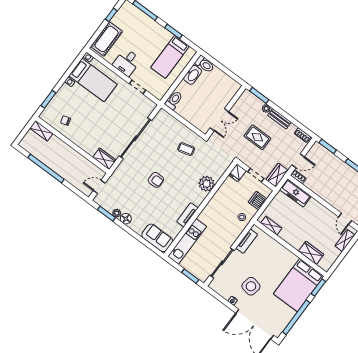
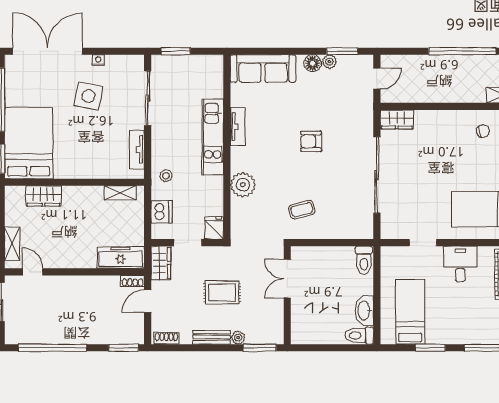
sofa: (157, 238) -> (263, 69), width x1.36
kitchen unit: (187, 241) -> (213, 137), moved

